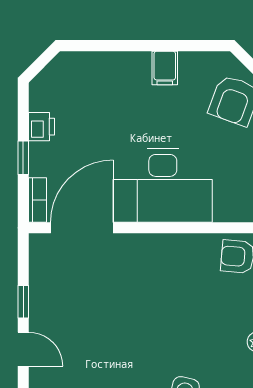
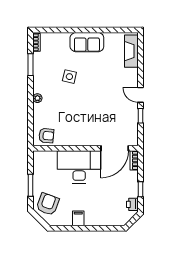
printer: (42, 127) -> (132, 204), moved
window: (23, 158) -> (140, 189), moved

